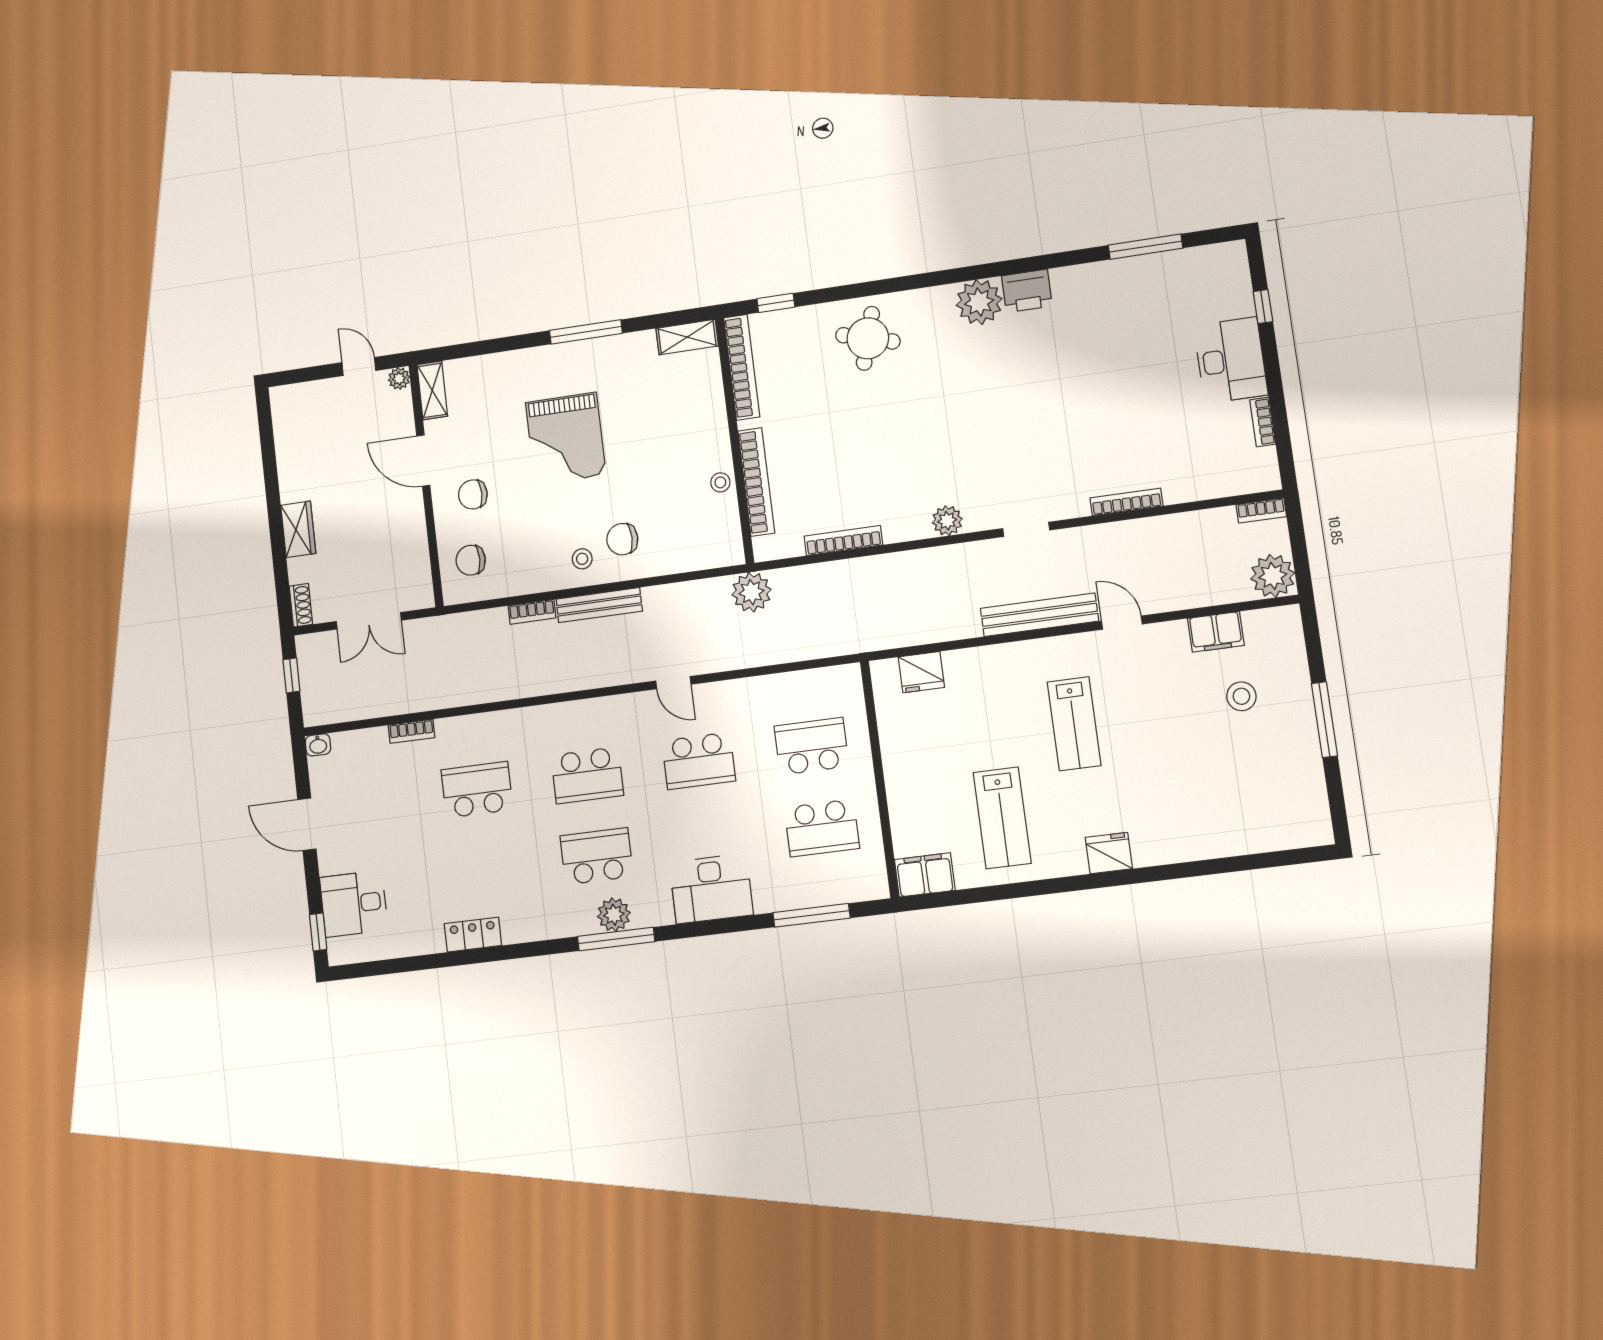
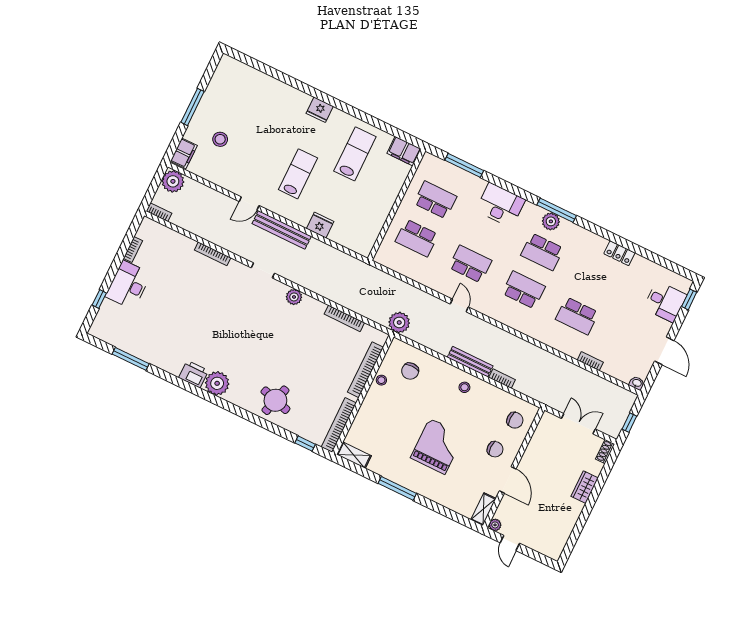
chair: (622, 539) -> (410, 371), moved, turned 90
door: (1122, 623) -> (249, 203), hinge flipped
filing cabinet: (1216, 632) -> (184, 153), moved, turned 90
fridge: (921, 672) -> (320, 225), moved

